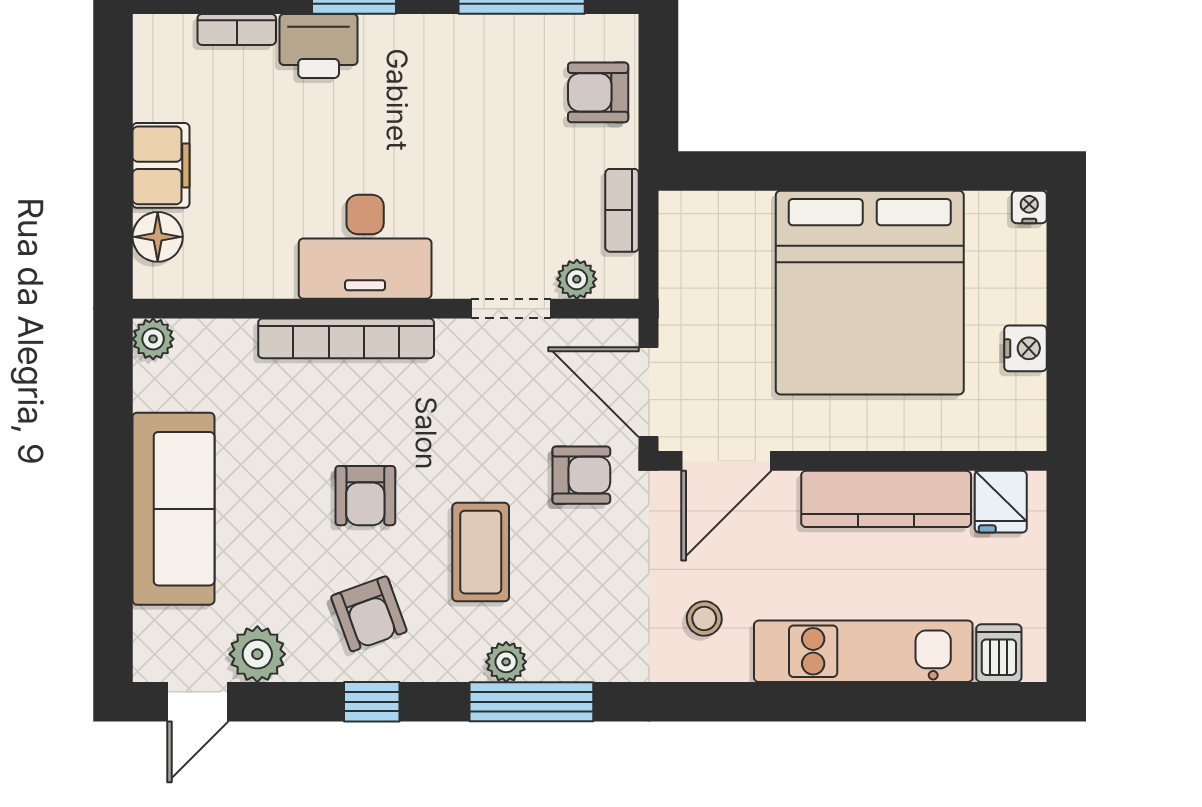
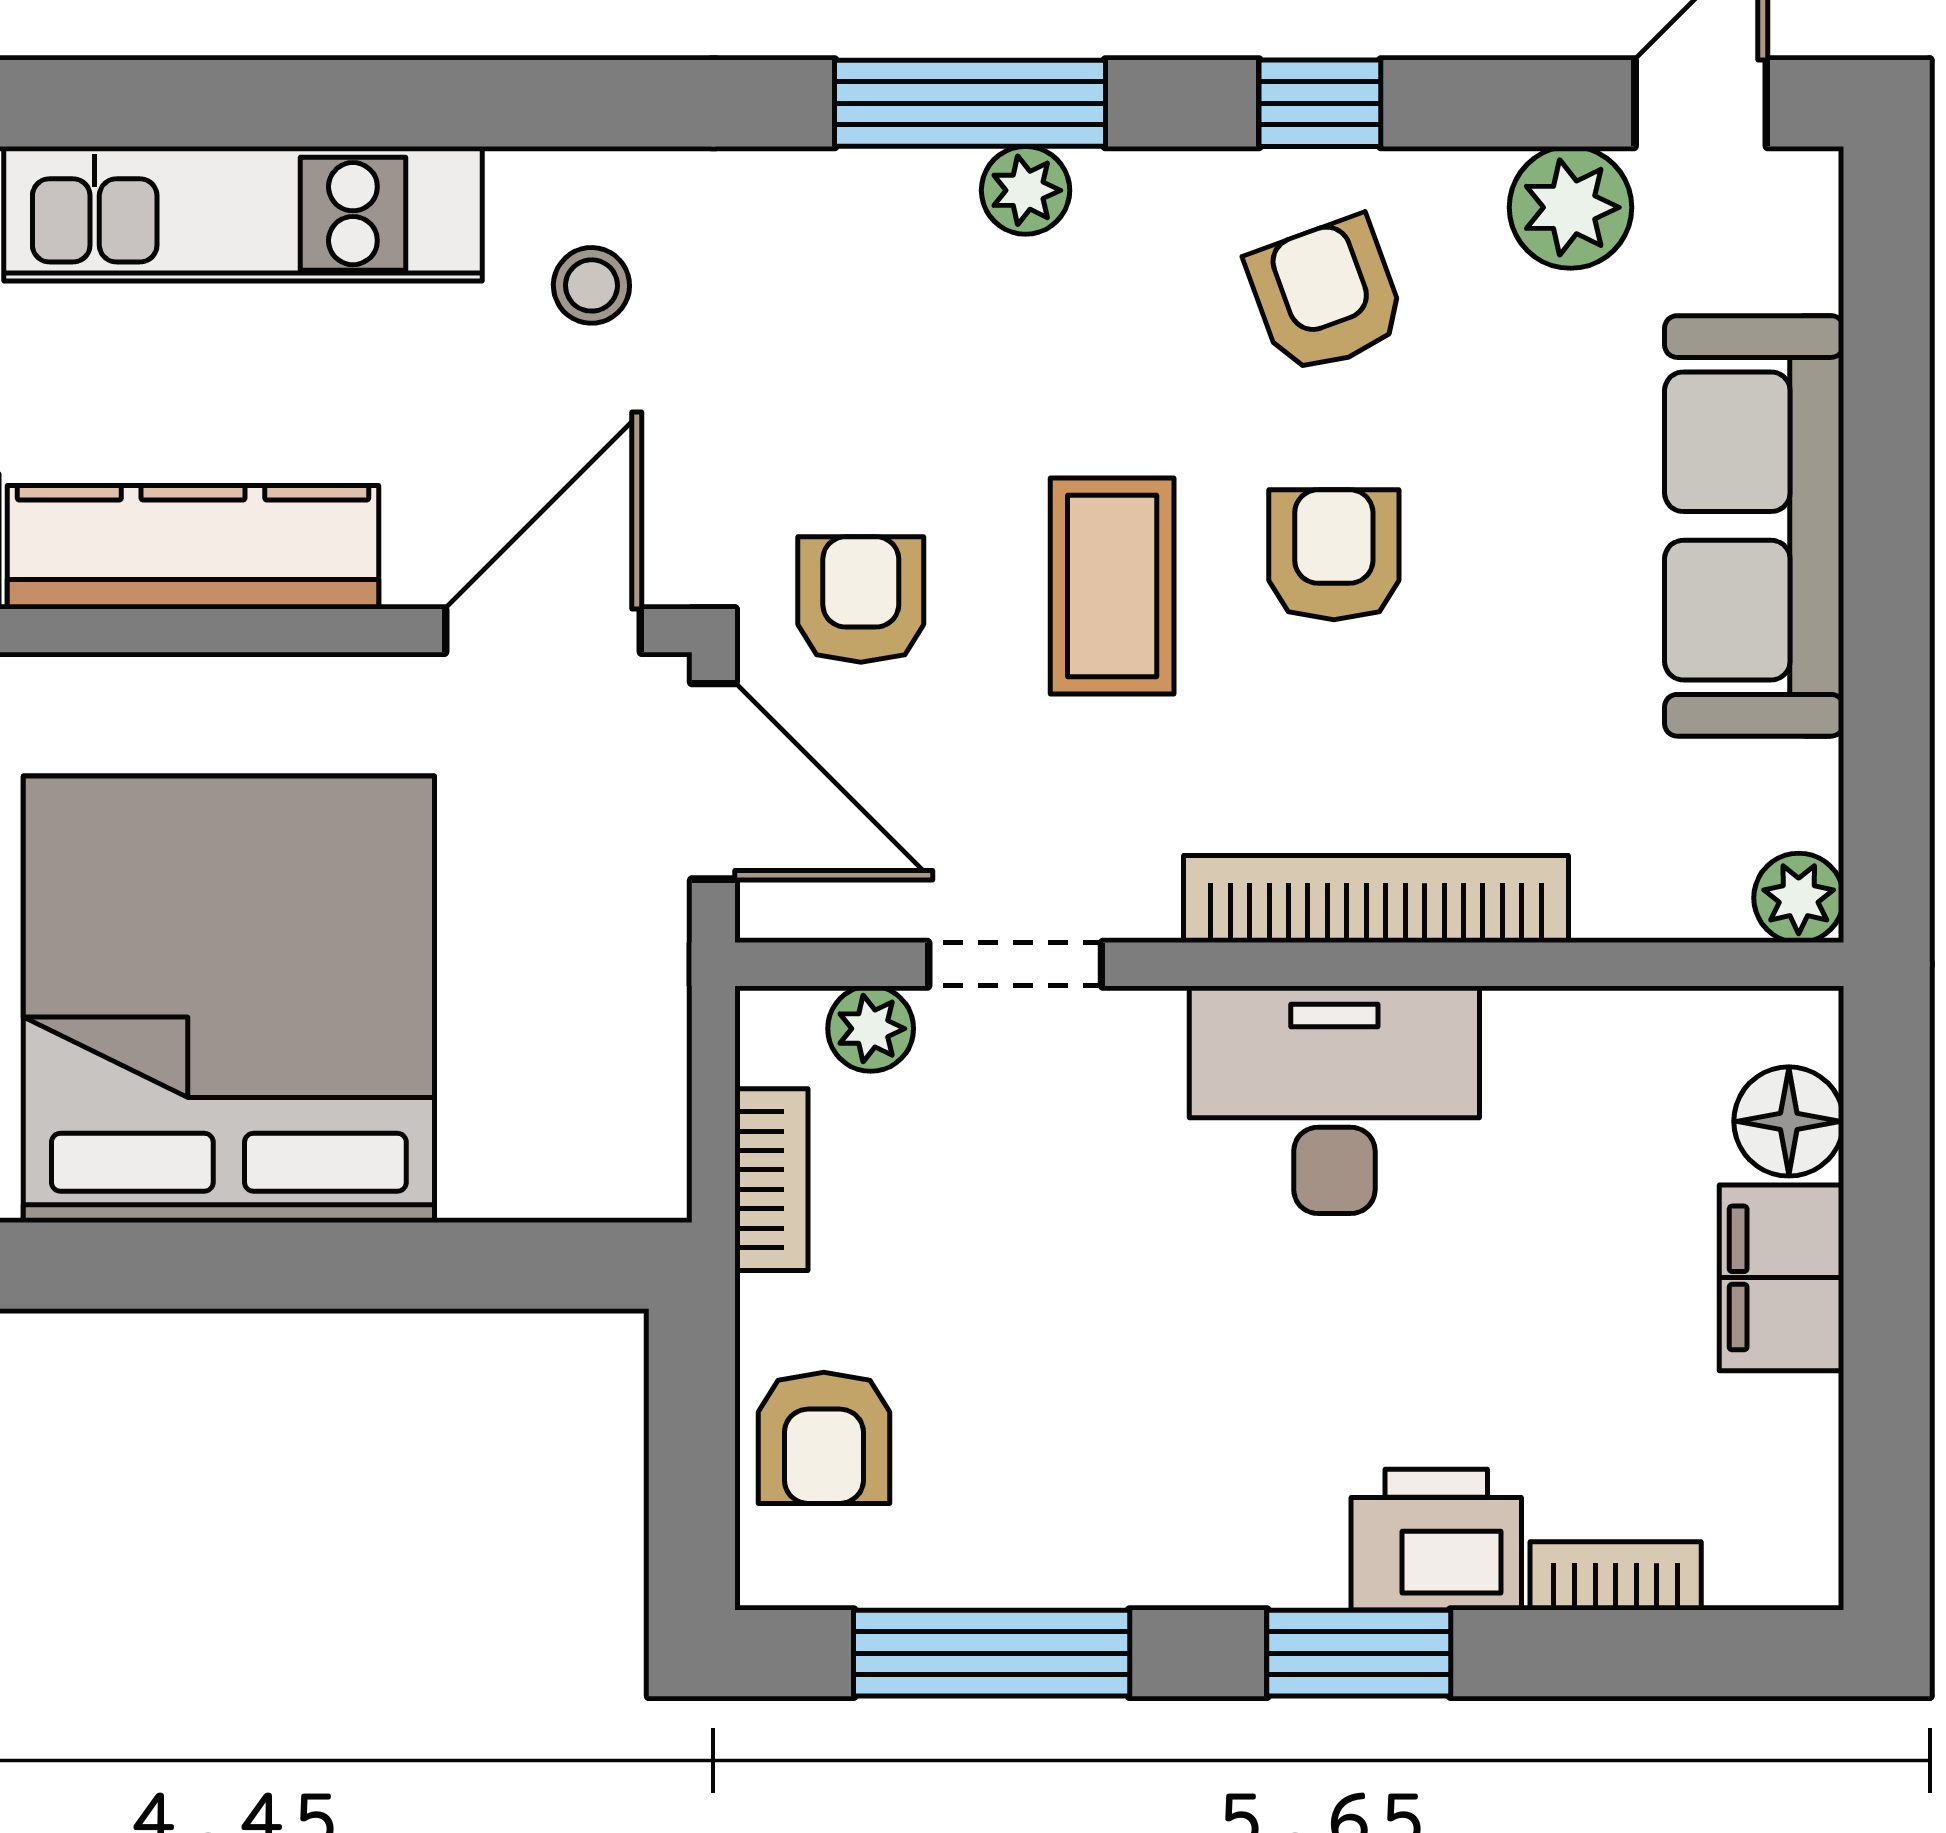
armchair: (598, 92) -> (824, 1438), turned 90
armchair: (581, 475) -> (861, 600), turned 90
coffee table: (481, 552) -> (1112, 586), moved

